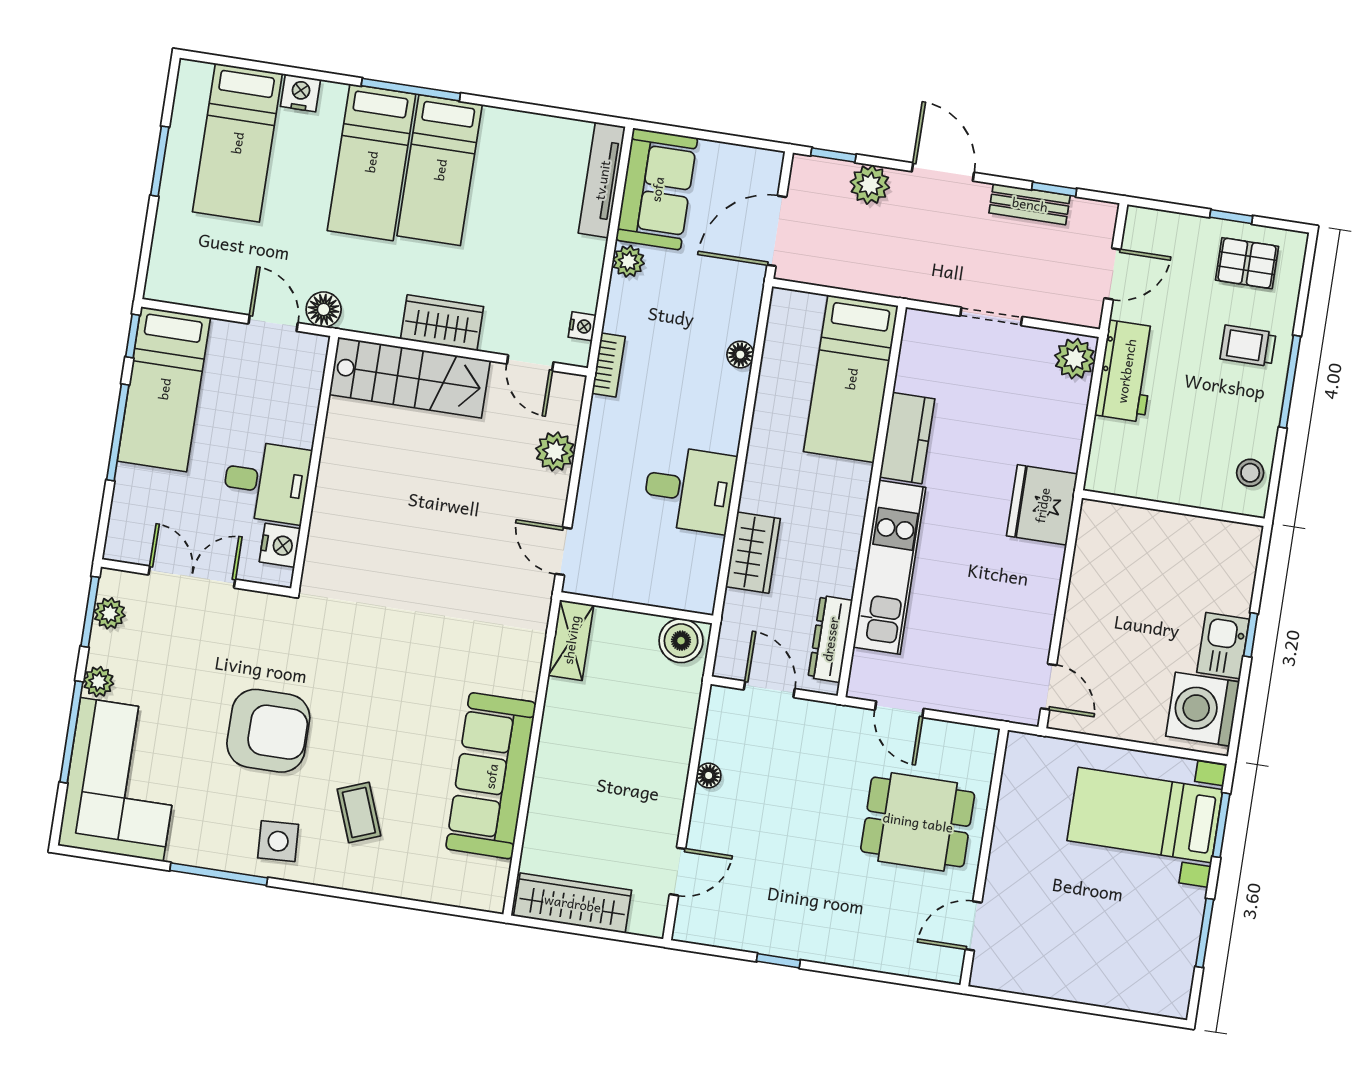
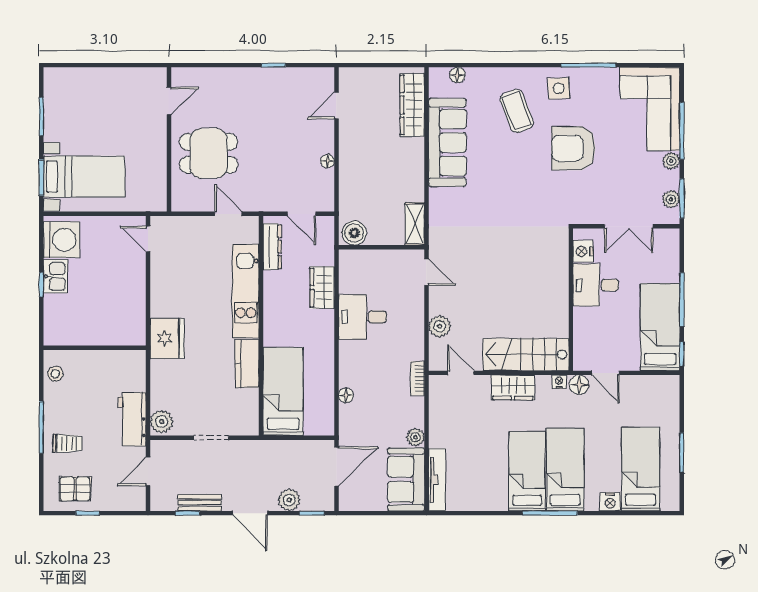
nightstand: (582, 326) -> (559, 382), moved, turned 90
coffee table: (359, 813) -> (517, 111), width x1.36, depth x1.30
floor lamp: (454, 893) -> (457, 75), added
wardrobe: (573, 903) -> (412, 105), moved, turned 90

